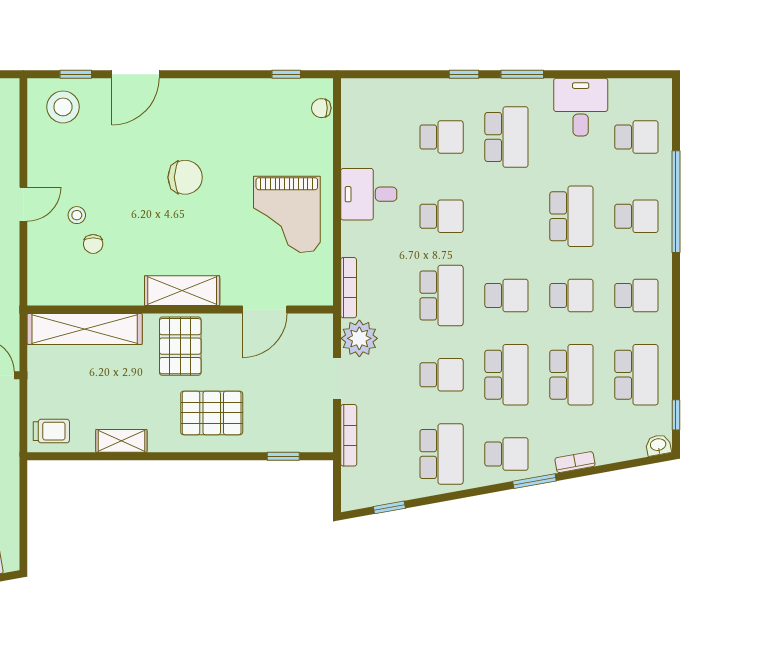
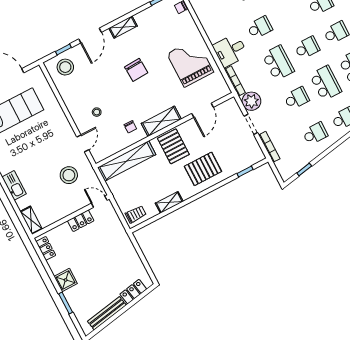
shelving: (201, 90) -> (123, 27), added
chair: (185, 177) -> (136, 70), turned 87
desk: (369, 194) -> (230, 50), moved
door: (23, 204) -> (83, 143), moved
grand piano: (287, 214) -> (190, 63), turned 180
chair: (93, 244) -> (130, 127), moved
school desk: (442, 454) -> (315, 134), width x0.54

